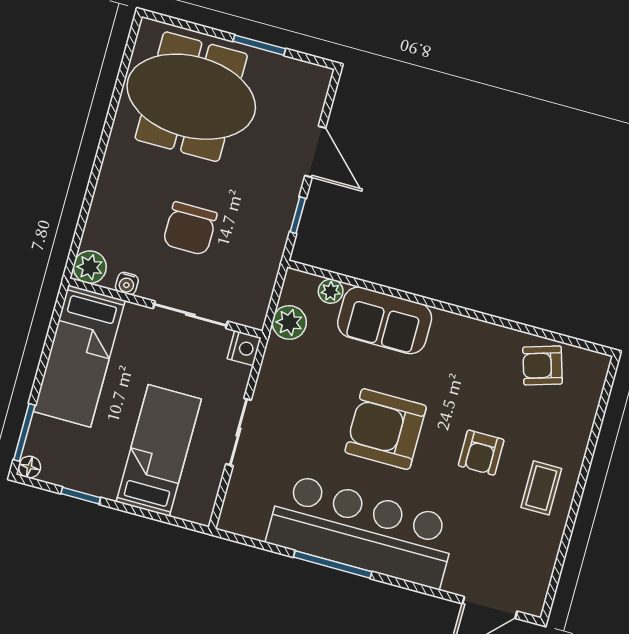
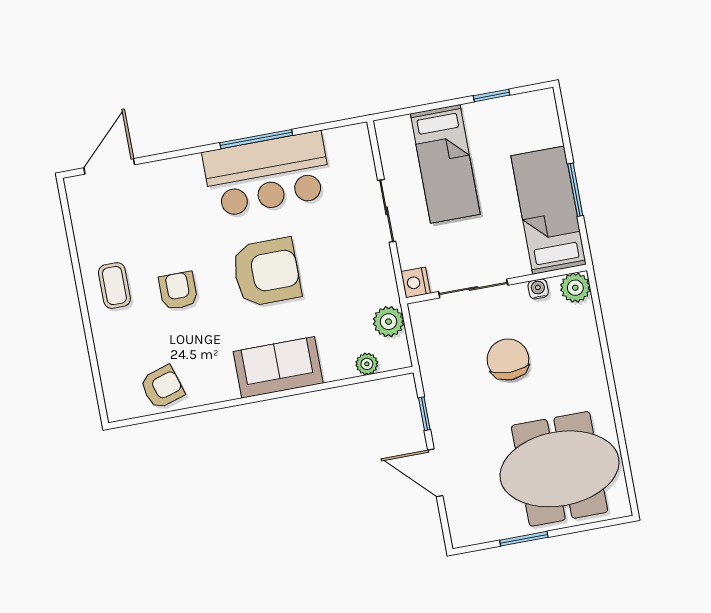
sofa: (385, 320) -> (278, 367), moved
window: (24, 432) -> (575, 190), moved
floor lamp: (29, 467) -> (545, 99), removed
bar counter: (362, 531) -> (267, 174), width x0.73

